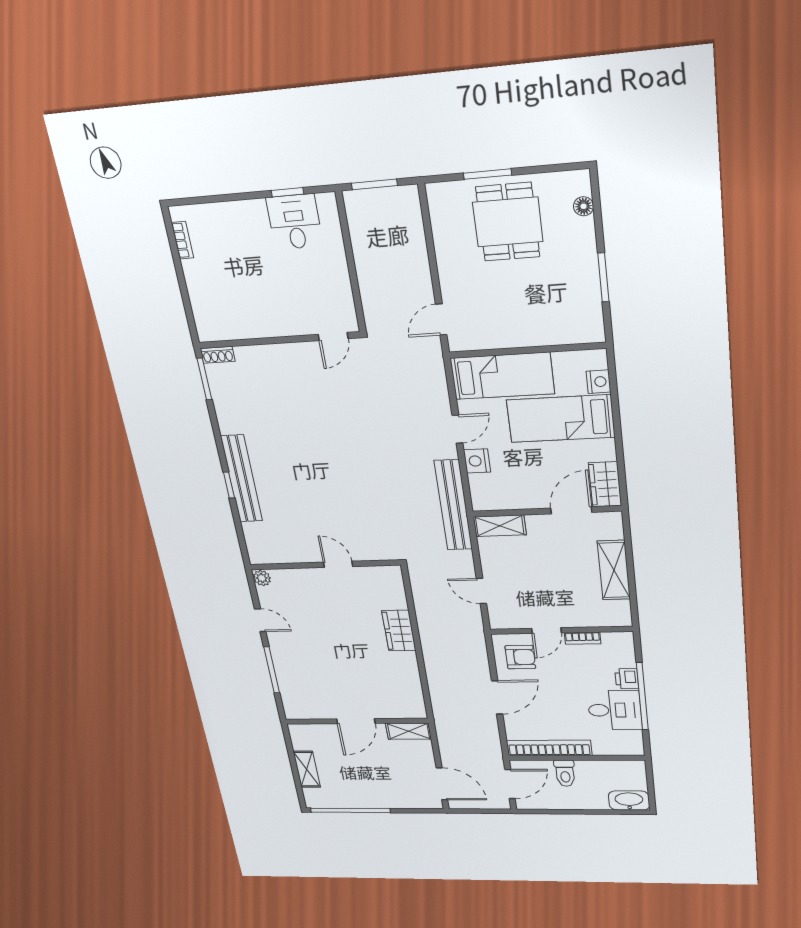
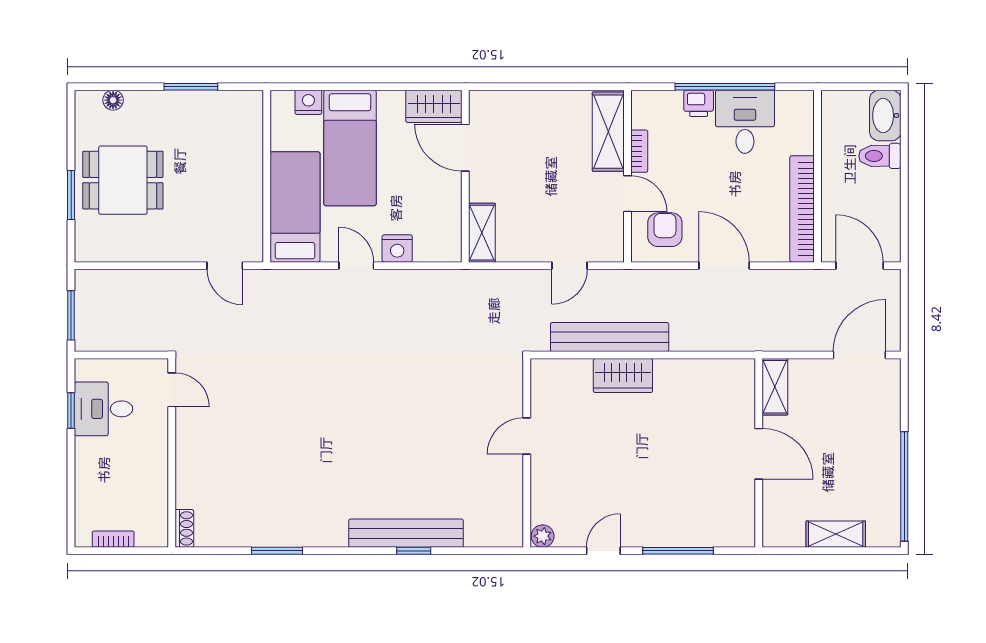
door: (333, 336) -> (172, 390), moved
wall: (279, 340) -> (172, 453), moved
shoe rack: (218, 355) -> (184, 528), moved
bench: (453, 505) -> (610, 337), moved
shelving: (614, 570) -> (608, 132), moved, turned 90
toilet: (565, 773) -> (880, 156), moved, turned 180

